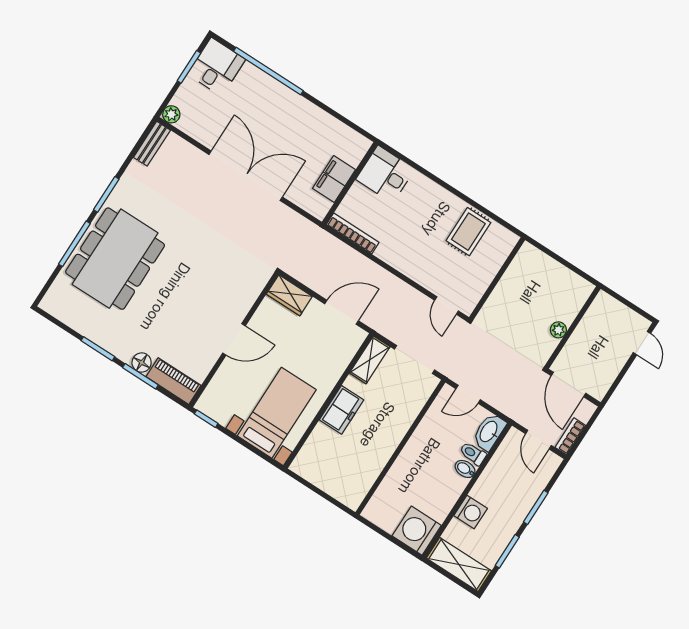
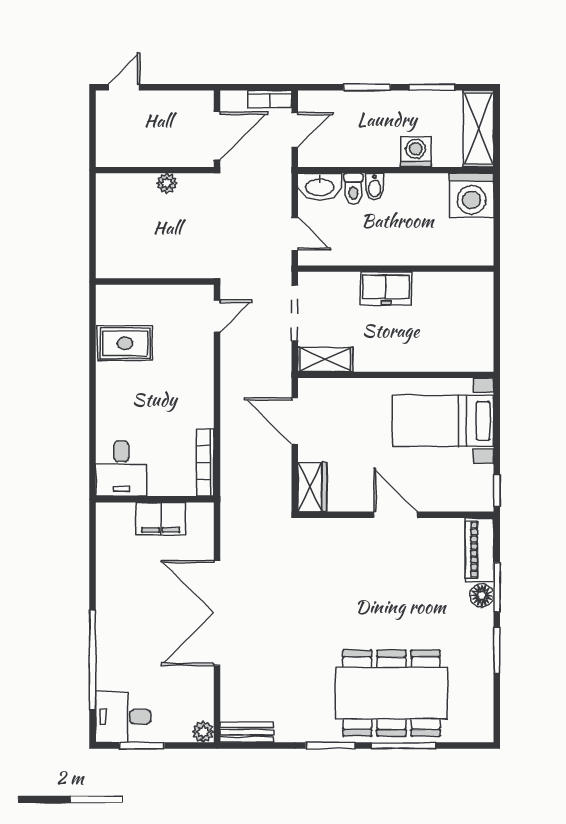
freezer: (342, 410) -> (386, 288), moved, turned 180

